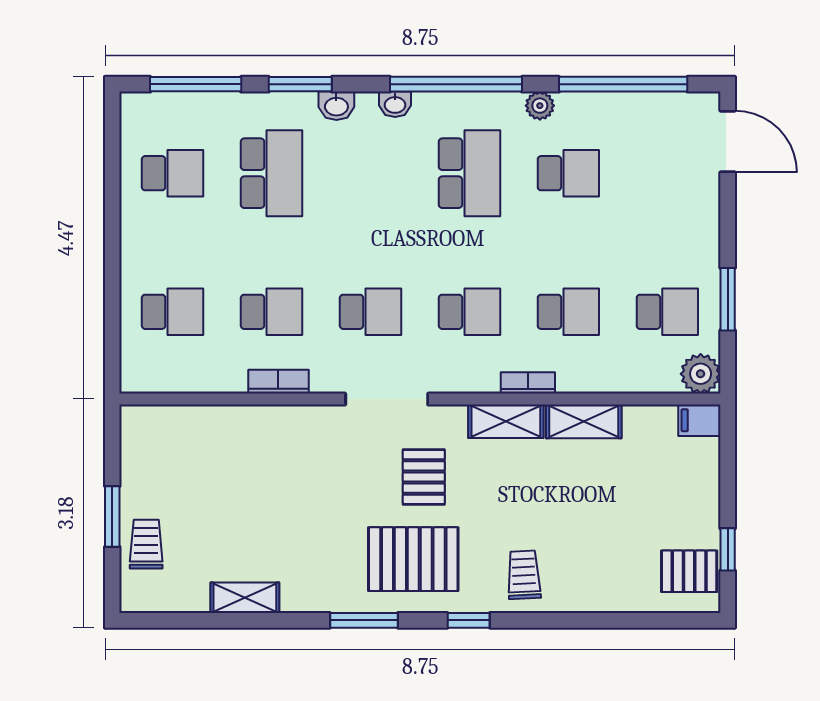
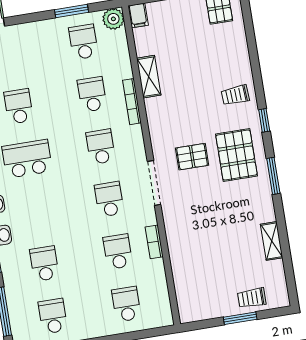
school desk: (271, 173) -> (44, 264), width x0.54
bookcase: (528, 383) -> (132, 102), width x1.56
shelving: (506, 421) -> (155, 118), removed

